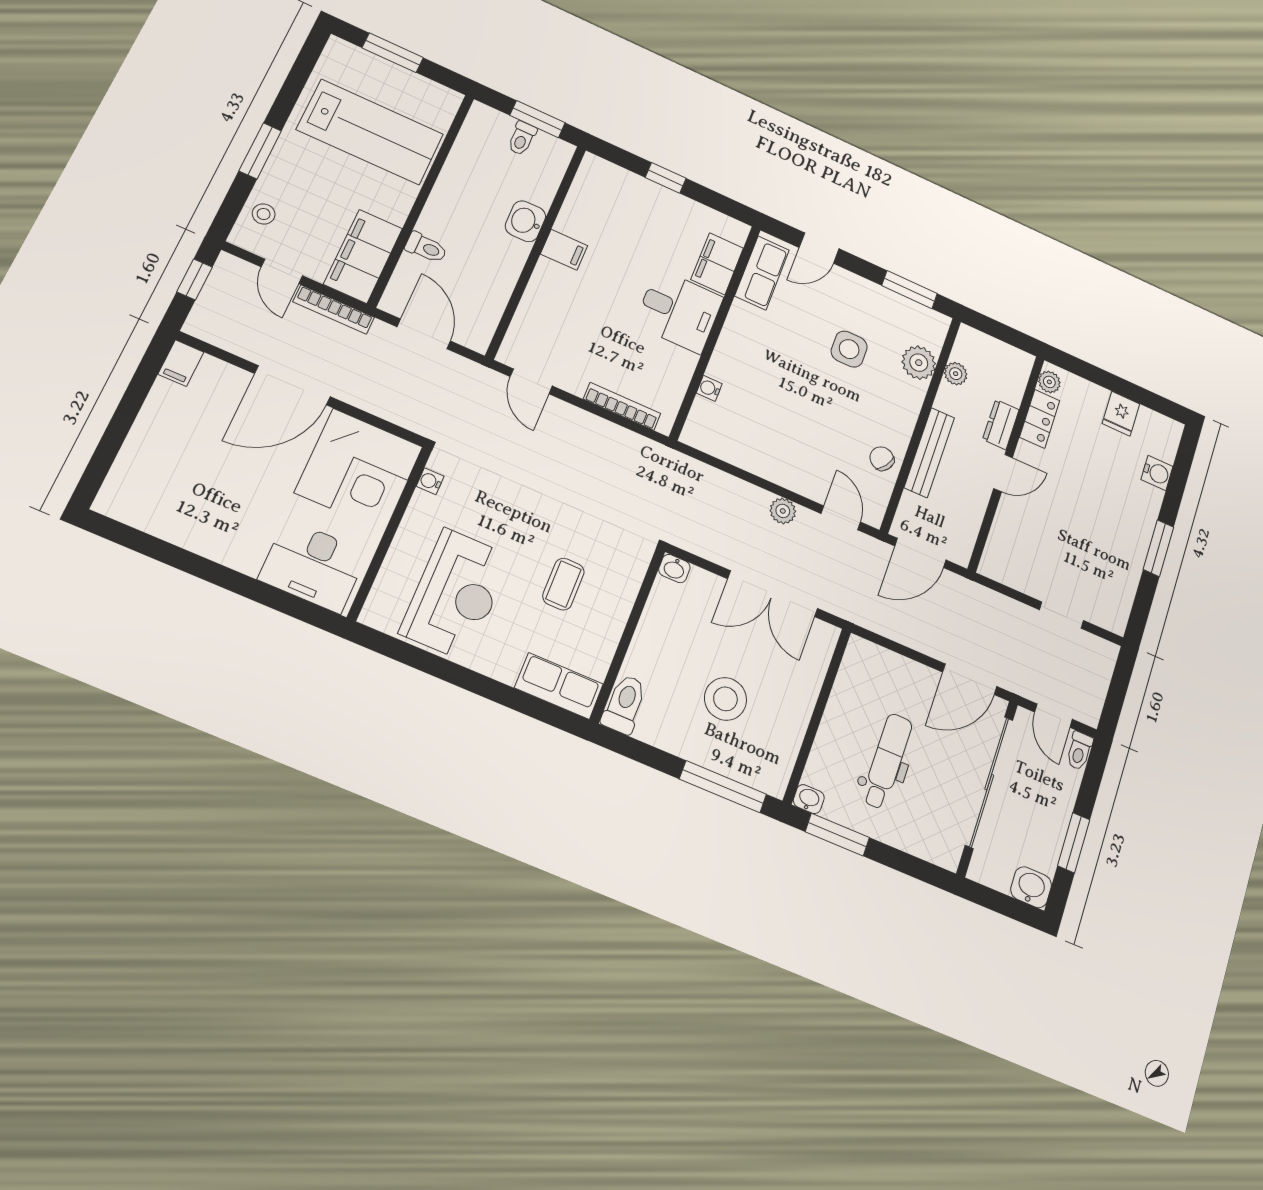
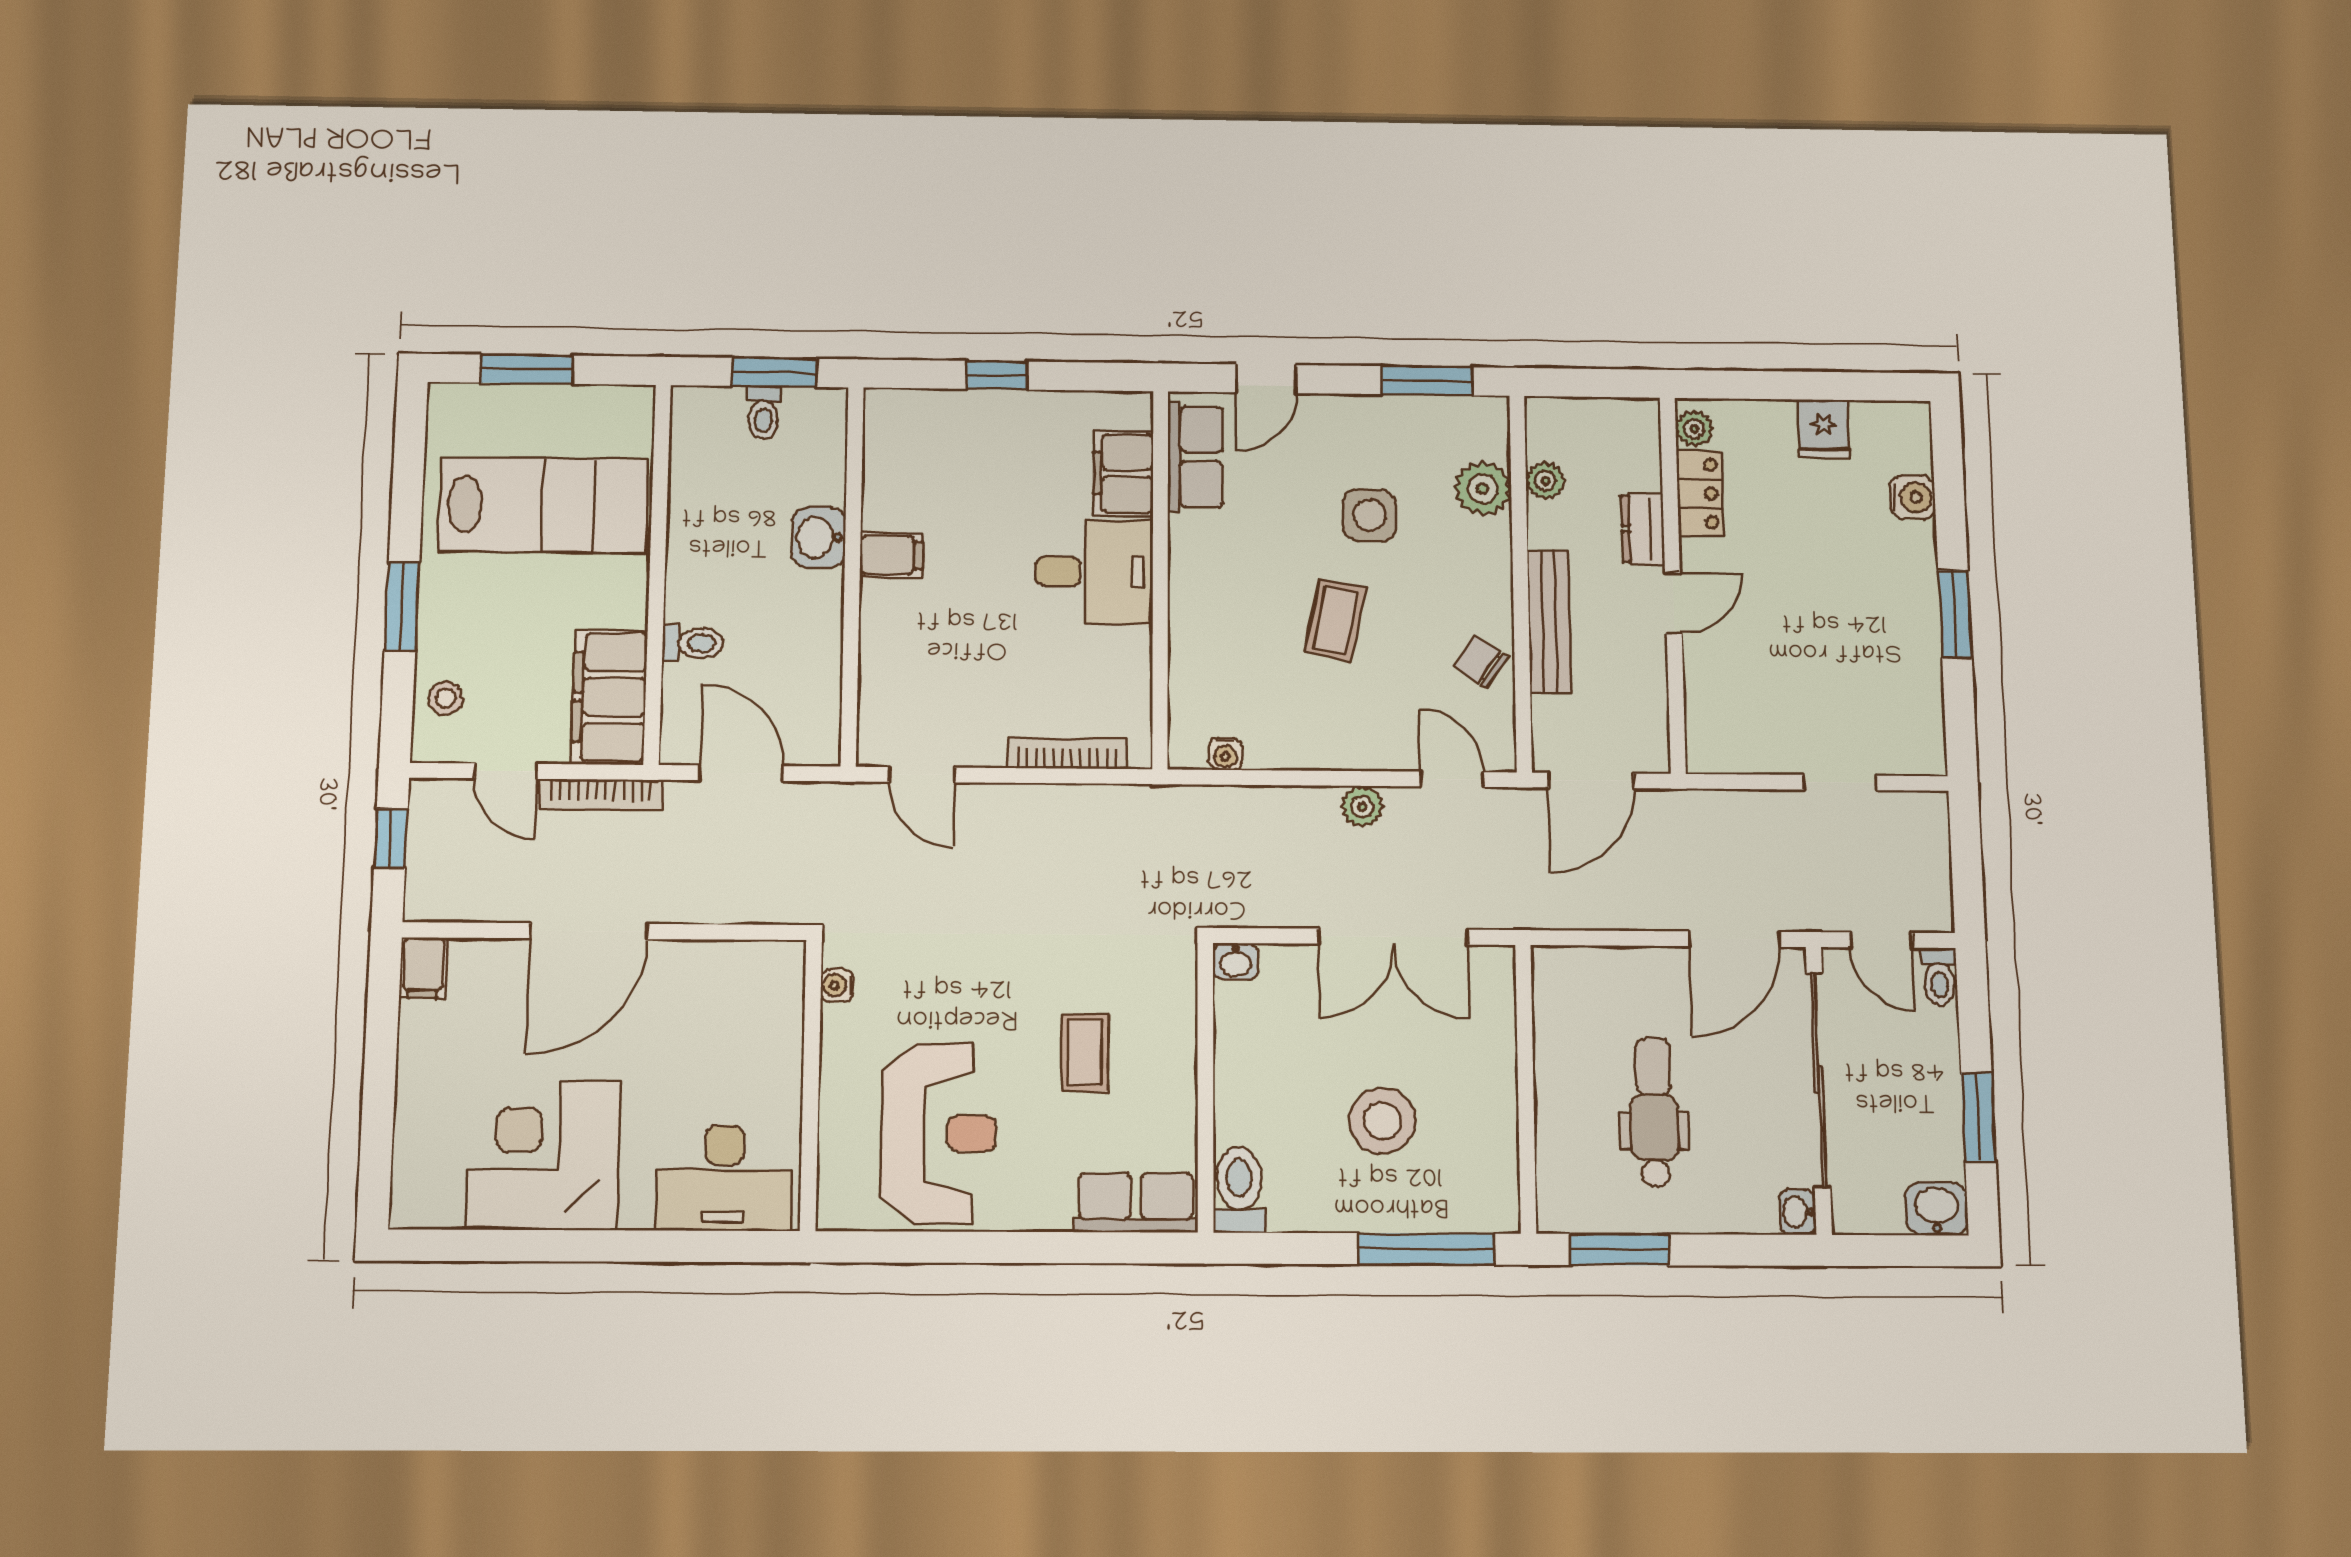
water cooler: (709, 388) -> (1225, 754), moved, turned -90
coffee table: (807, 399) -> (1335, 620), added
corner desk: (359, 470) -> (544, 1155), moved, turned 180
washbasin: (809, 799) -> (1797, 1212), moved, turned -90

